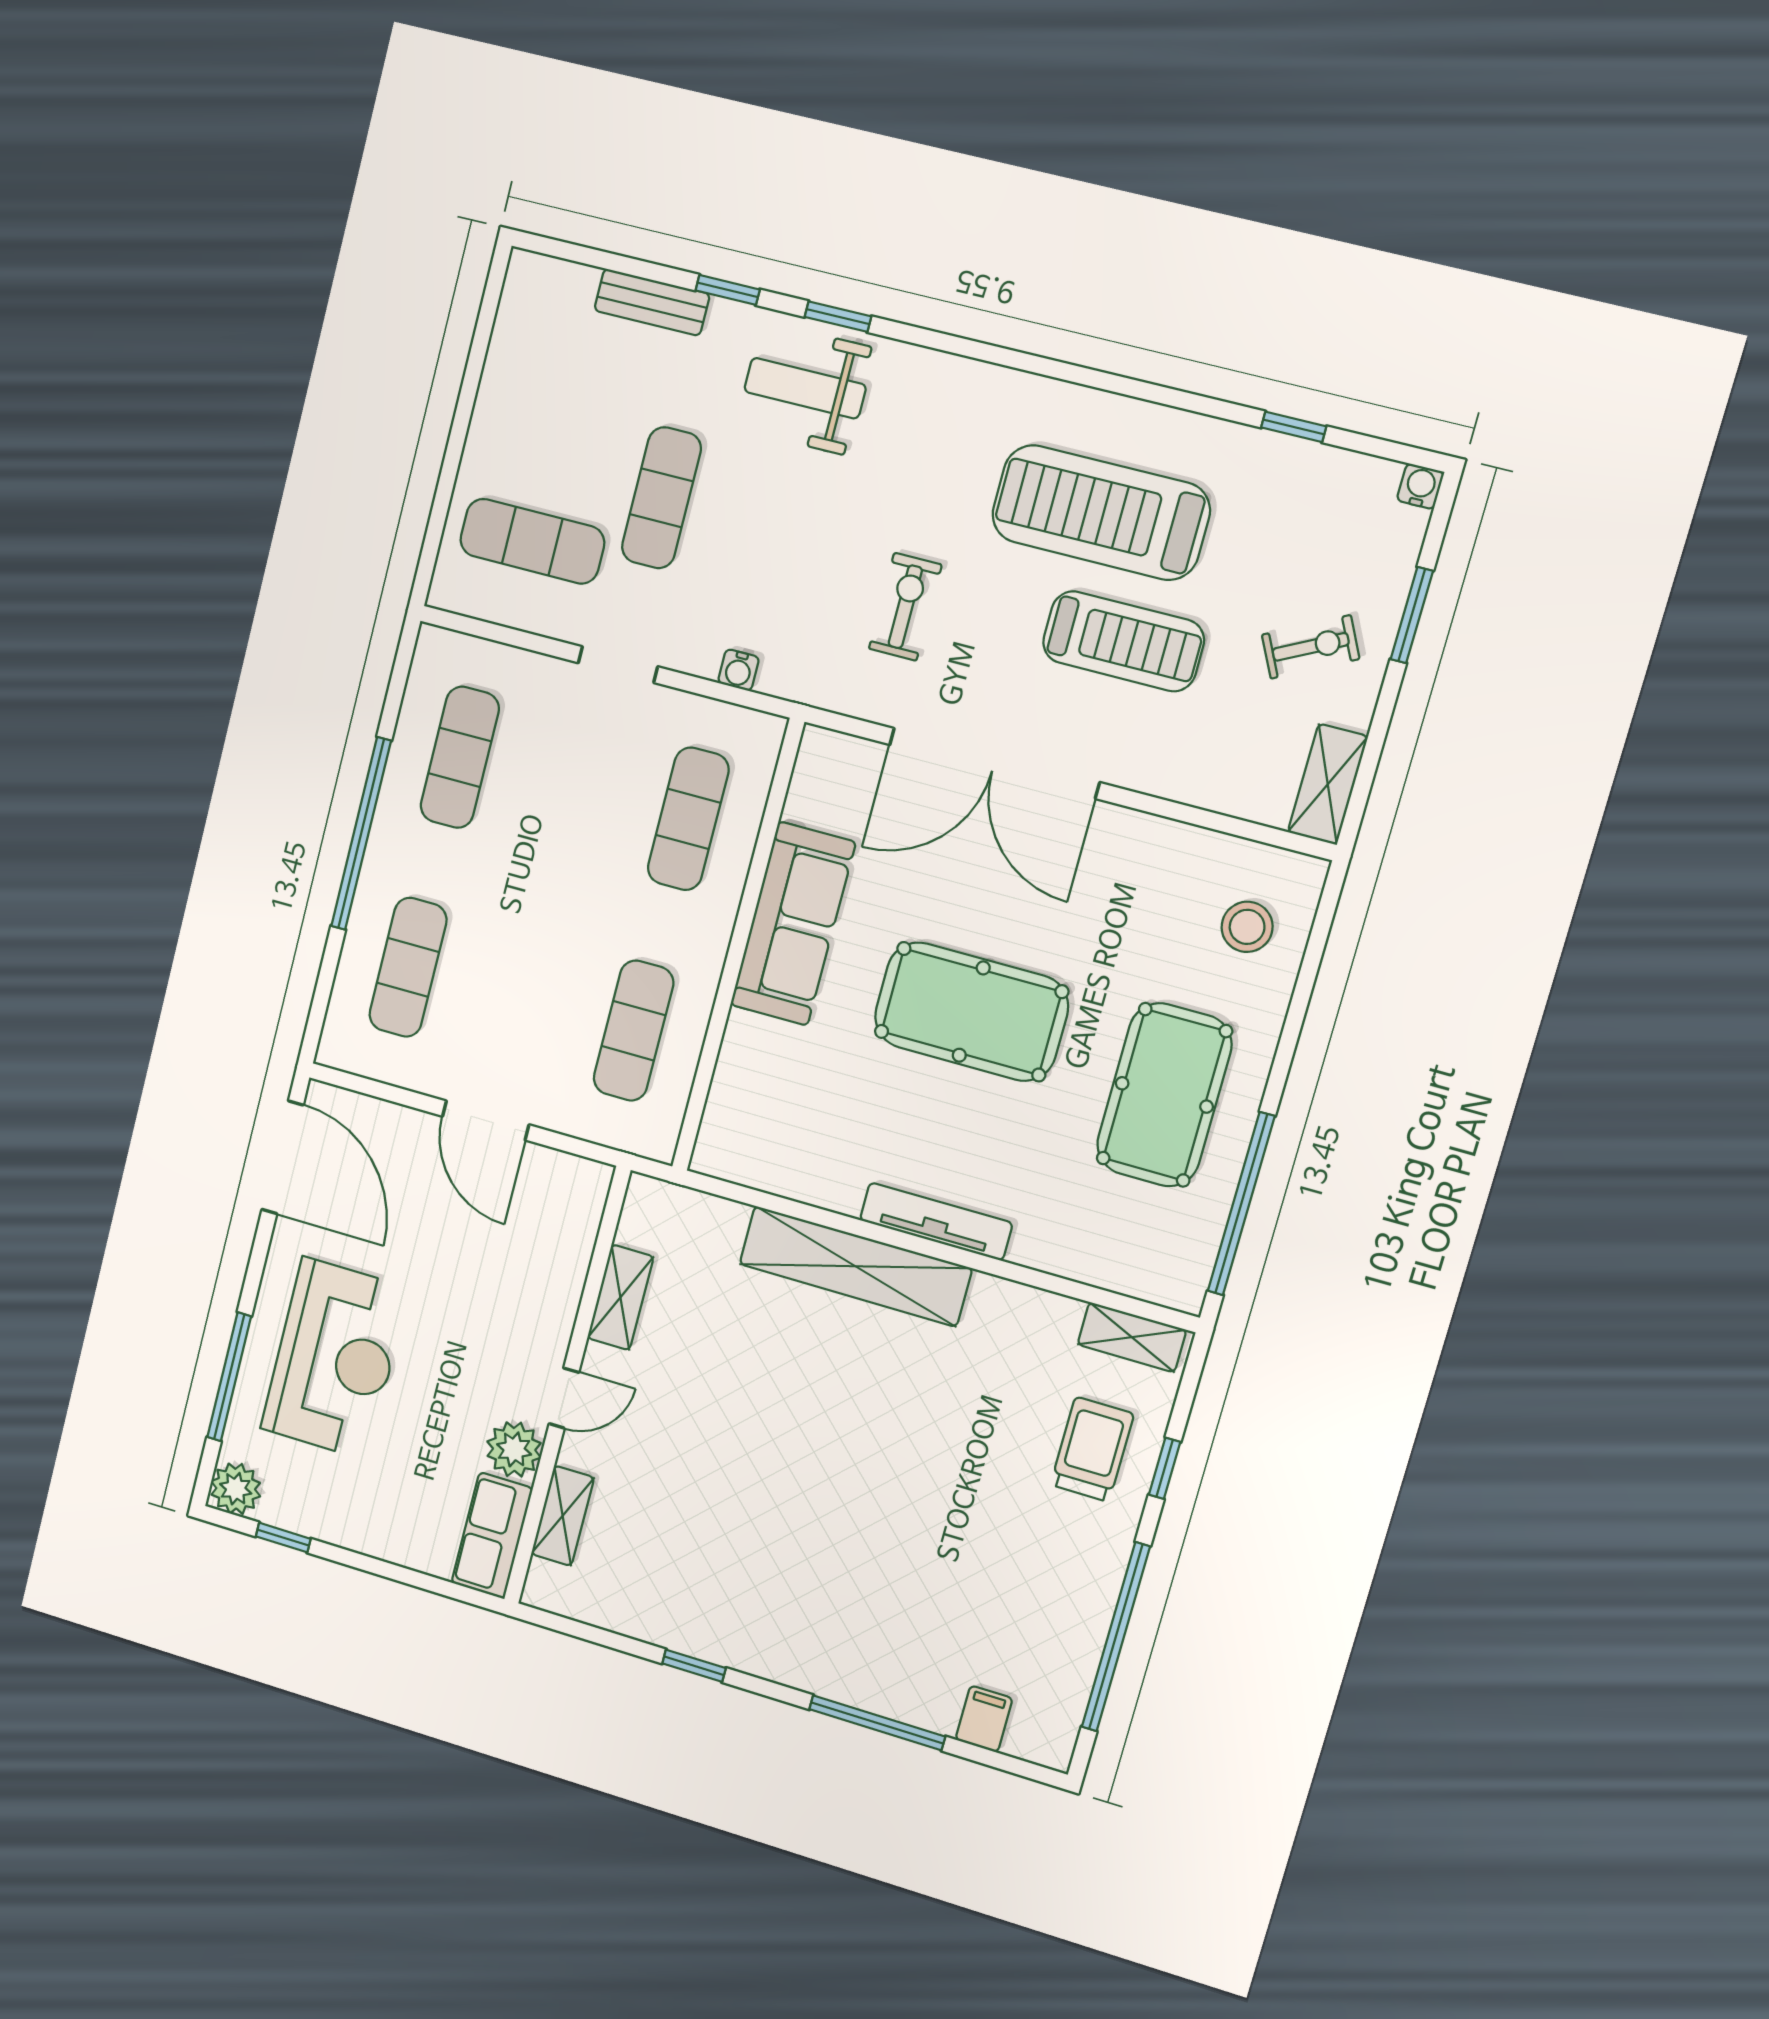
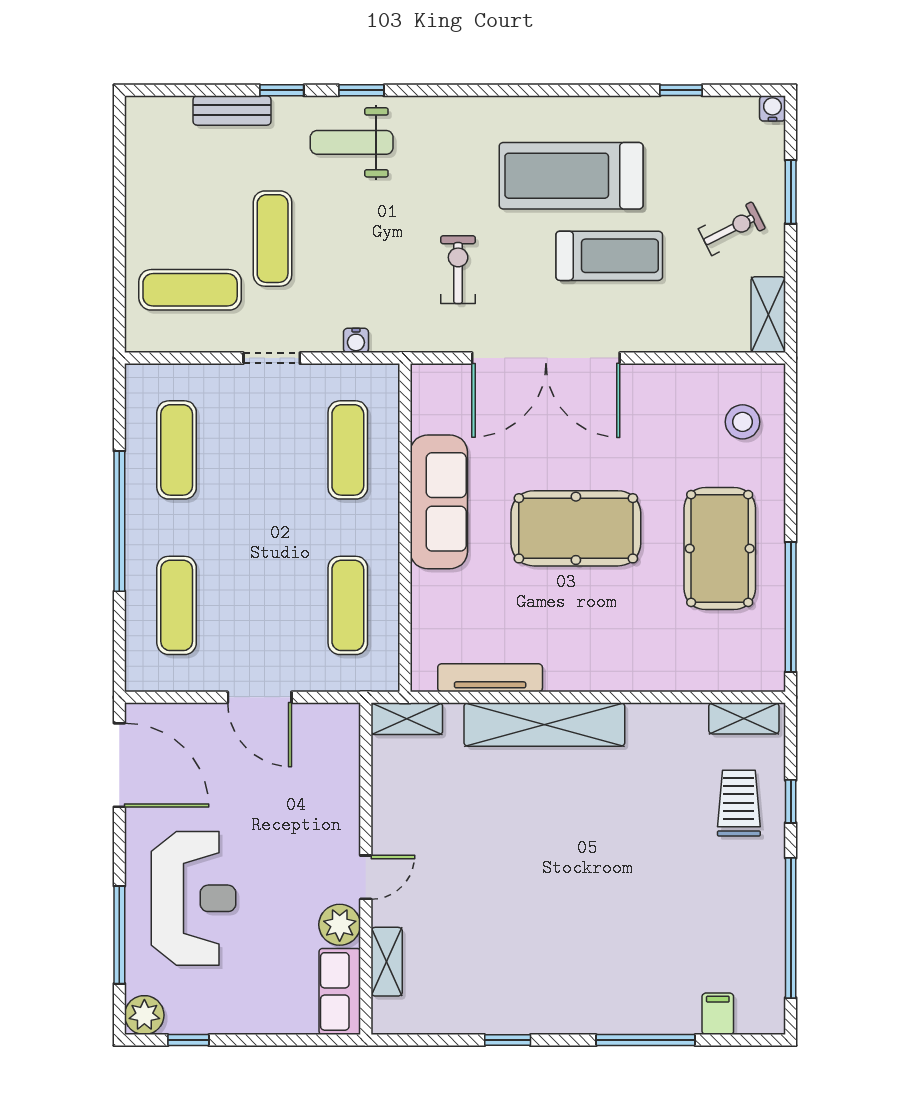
tv unit: (936, 1222) -> (490, 678), moved
shelving: (620, 1297) -> (407, 719), moved, turned 90

